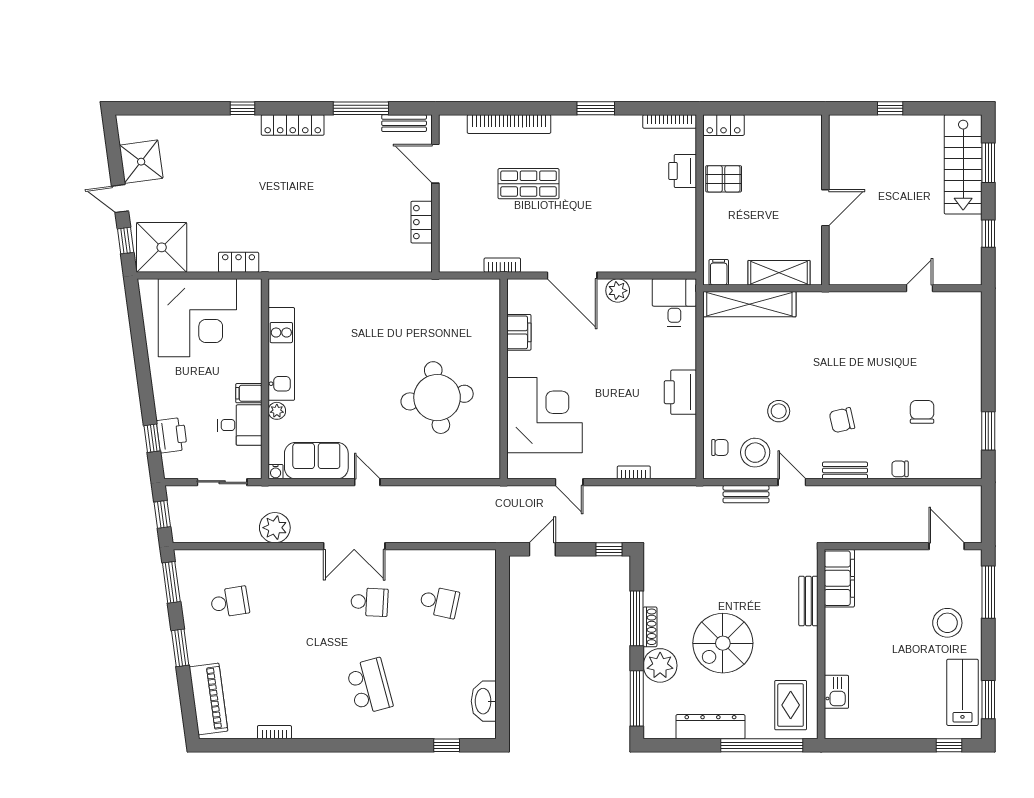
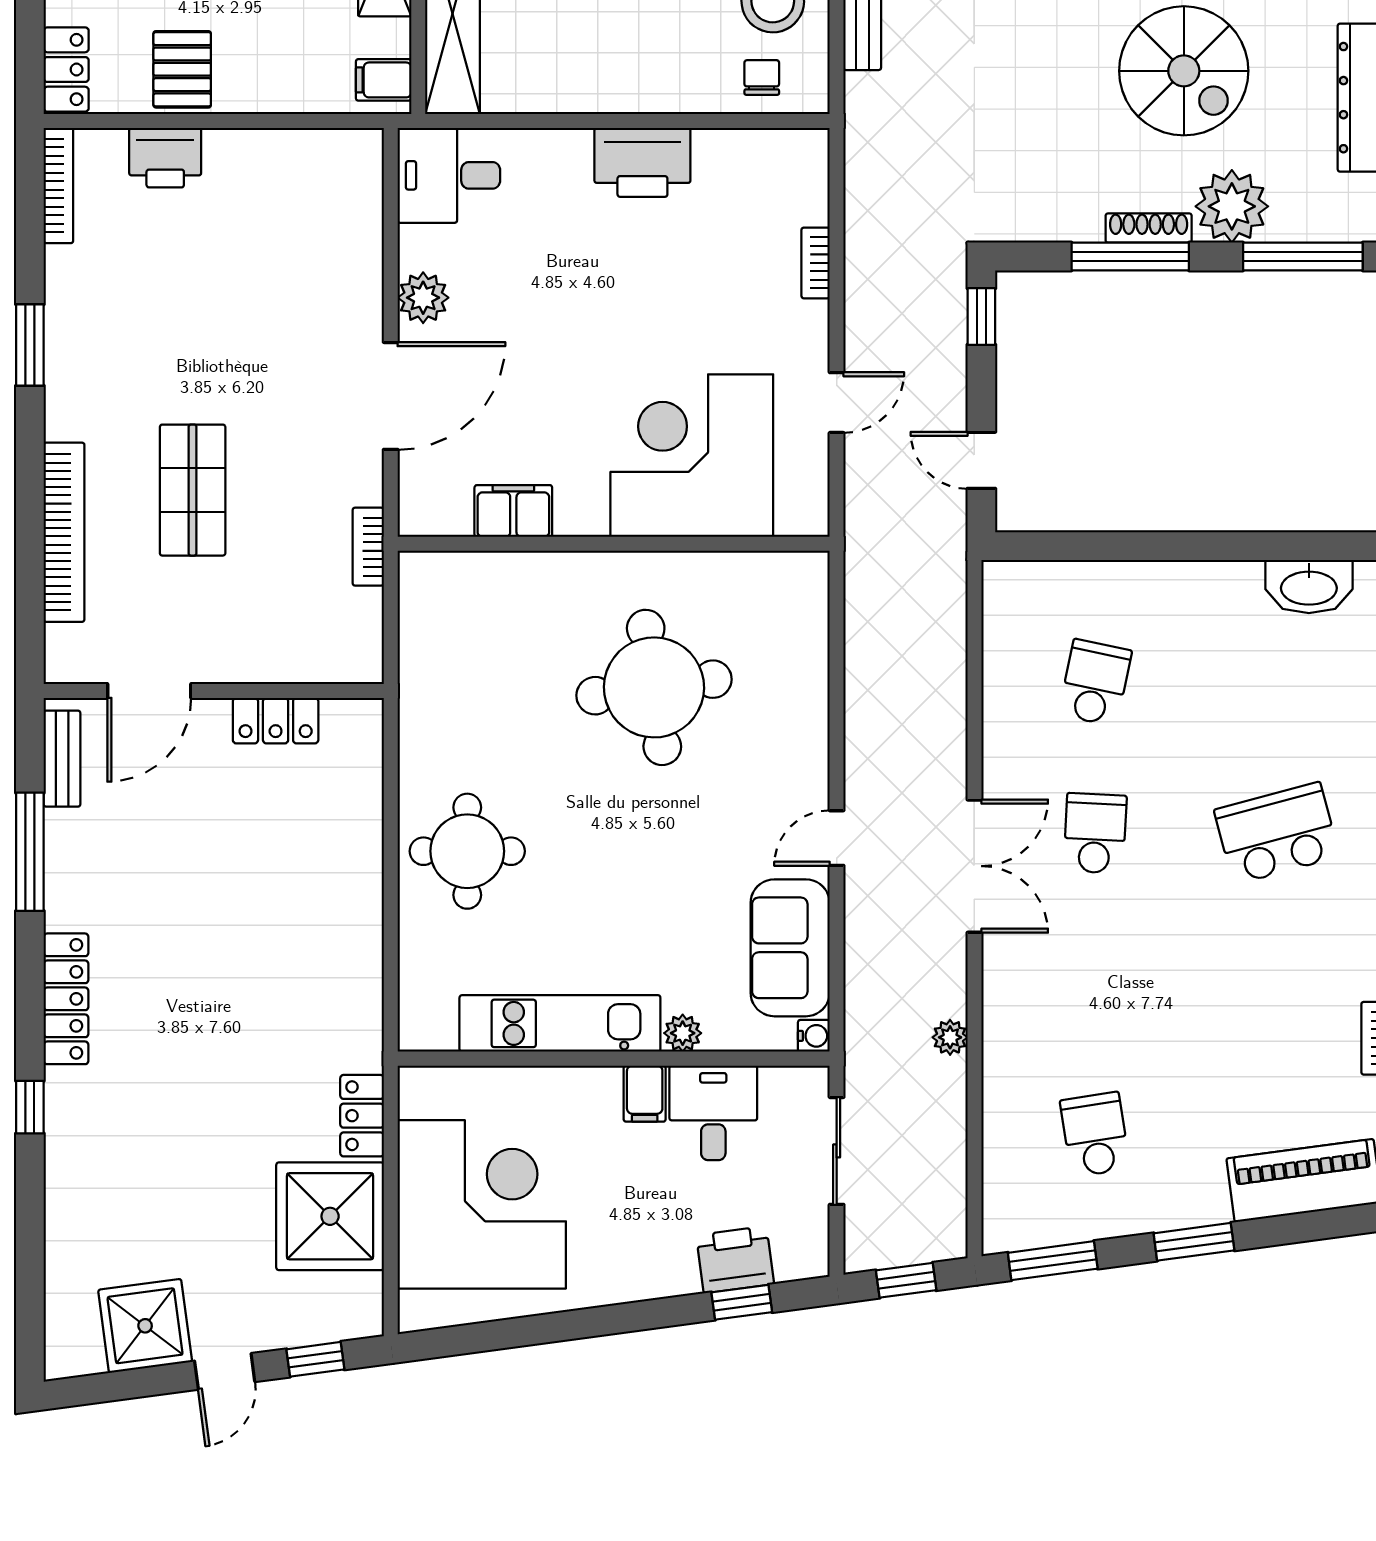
shower: (162, 247) -> (330, 1216), moved
round table: (361, 311) -> (467, 851), added
plant: (275, 528) -> (950, 1037), width x0.53, depth x0.53

